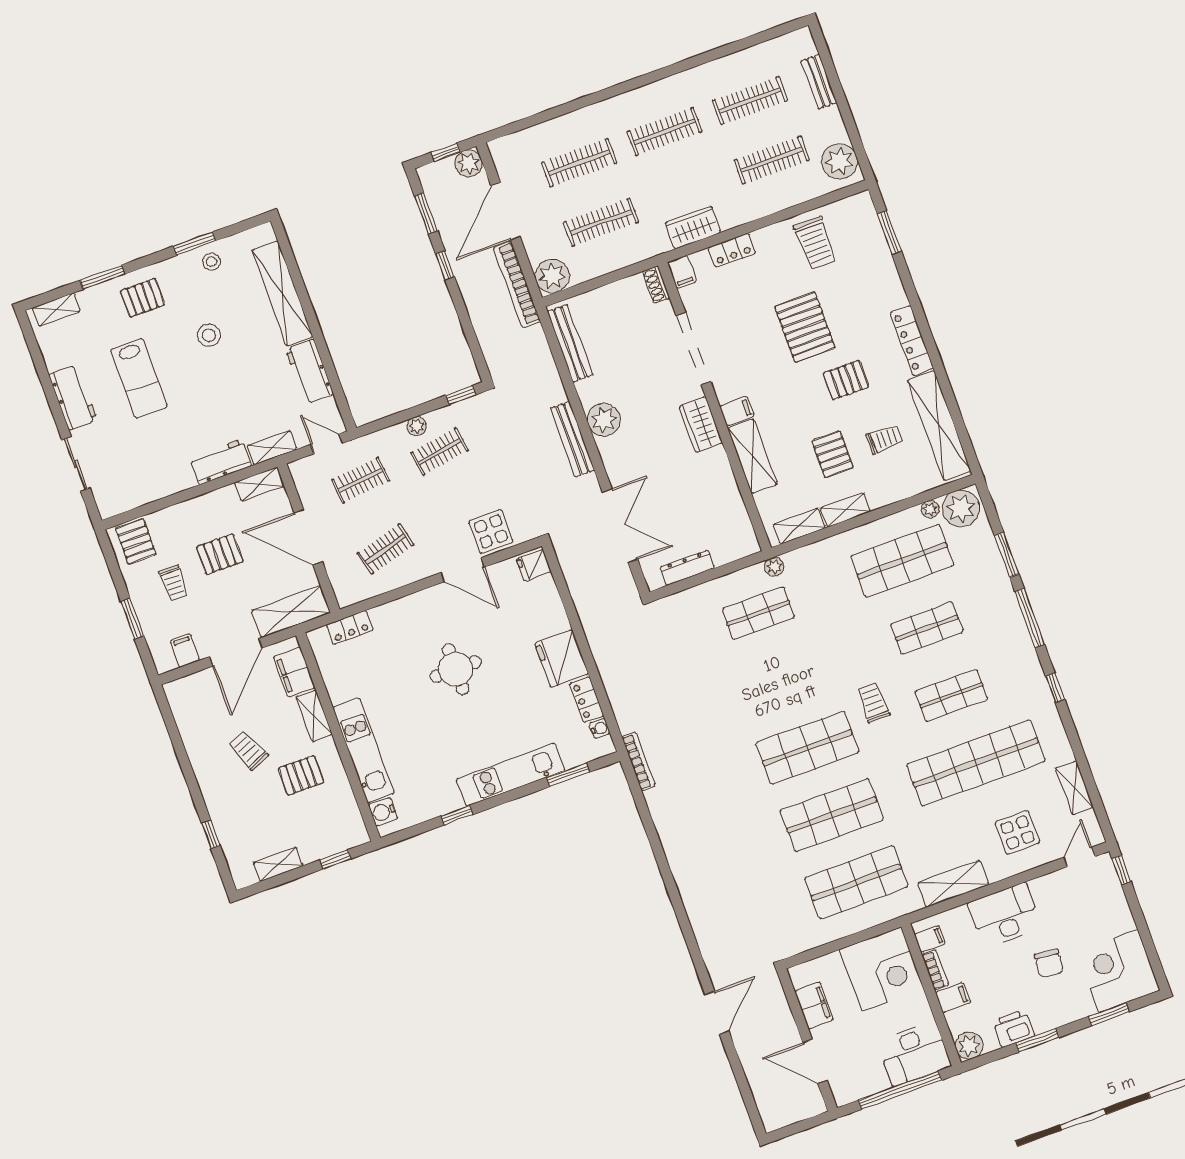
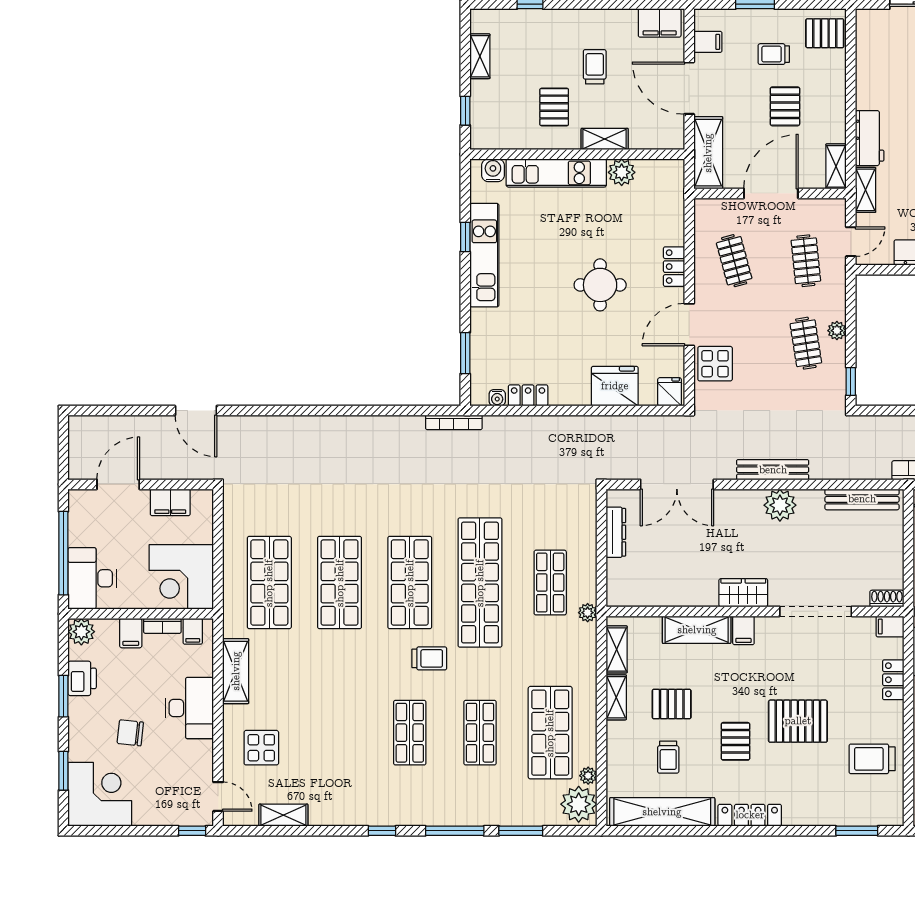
locker: (350, 627) -> (674, 267), moved
fridge: (562, 659) -> (615, 386), moved
filing cabinet: (294, 672) -> (660, 23), moved, turned 180
plant: (340, 688) -> (622, 172), added
trolley: (248, 750) -> (595, 67), turned -67
shop shelf: (976, 763) -> (480, 583), moved
kitchen unit: (511, 775) -> (484, 255), moved

